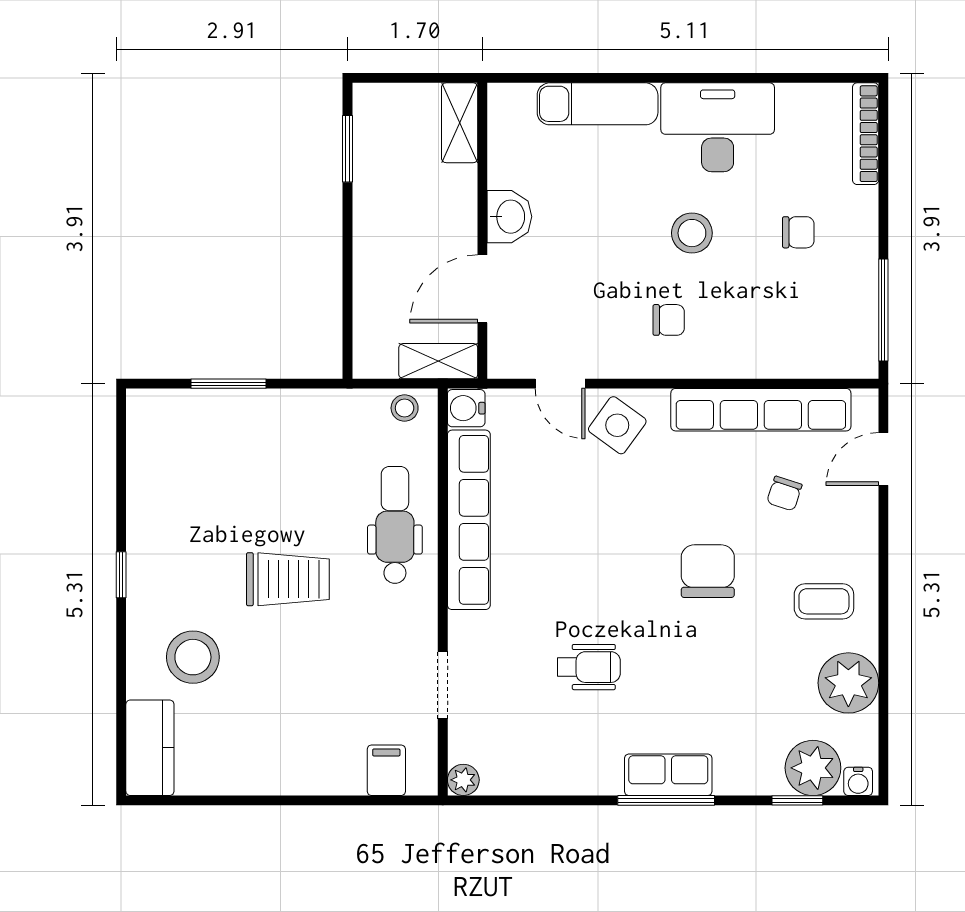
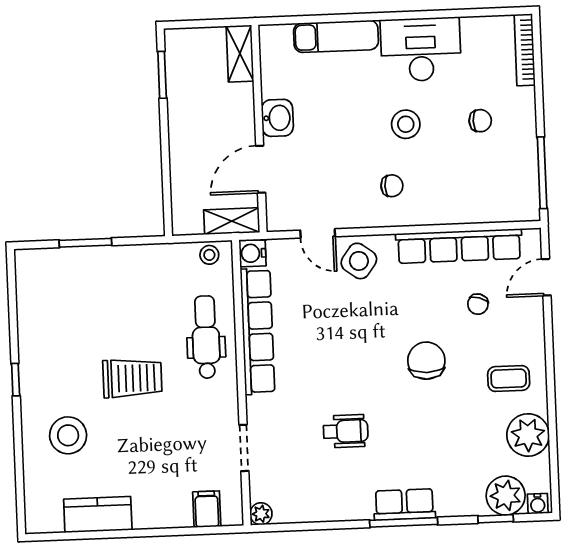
kitchen counter: (150, 748) -> (98, 515), moved, turned -90

